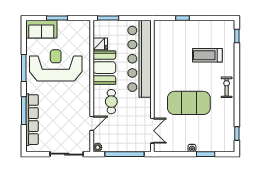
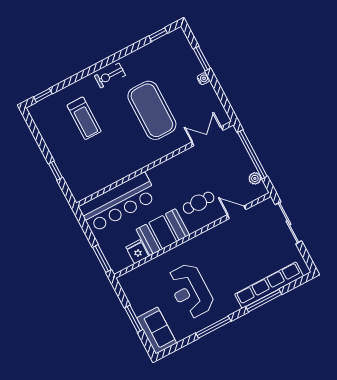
bar counter: (139, 59) -> (118, 203), width x0.73
reception desk: (56, 65) -> (190, 291), width x0.74, depth x0.77
plant: (98, 147) -> (255, 178), moved

